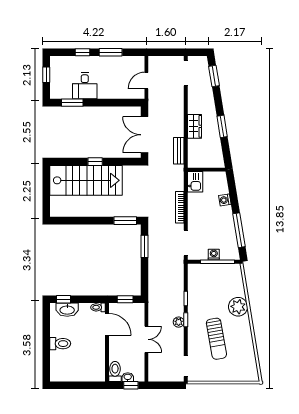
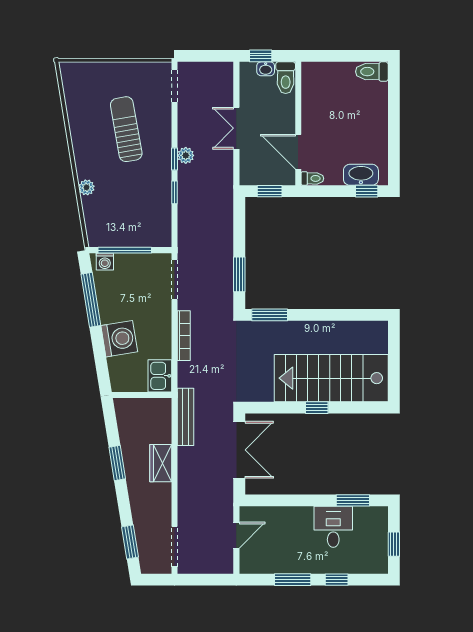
bench: (179, 151) -> (185, 417), width x1.36
washing machine: (225, 200) -> (119, 339), width x1.89, depth x1.89
washing machine: (214, 255) -> (105, 262), moved
plant: (238, 307) -> (87, 187), width x0.53, depth x0.53
toilet: (60, 344) -> (372, 72), moved

